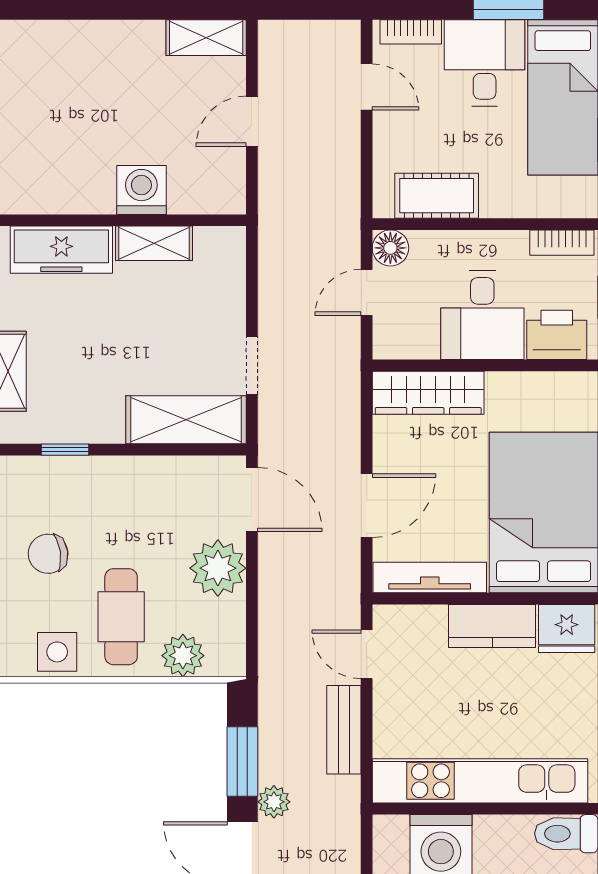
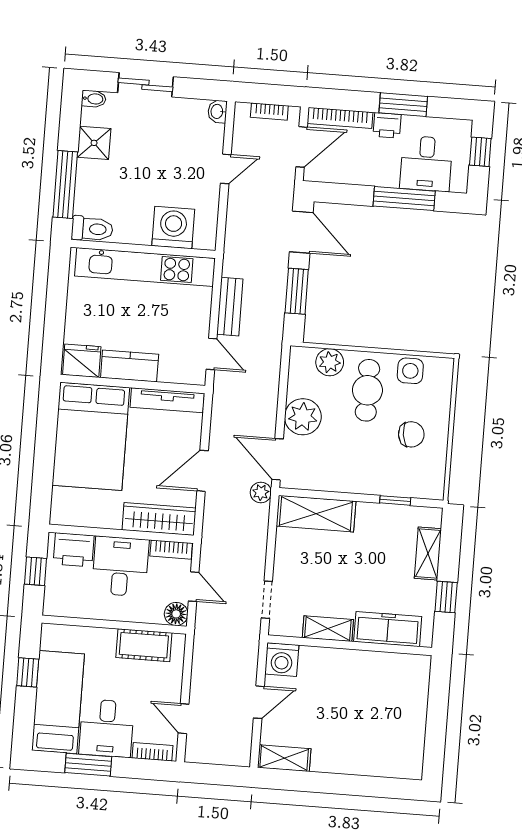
washing machine: (141, 190) -> (282, 660), moved
bookcase: (562, 243) -> (171, 550), moved, turned 180
door: (367, 292) -> (194, 587), hinge flipped
doorway: (252, 366) -> (267, 600), moved
door: (367, 506) -> (203, 471), moved
plant: (274, 802) -> (261, 492), moved

